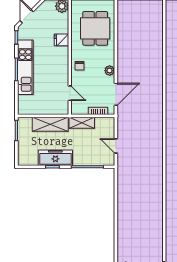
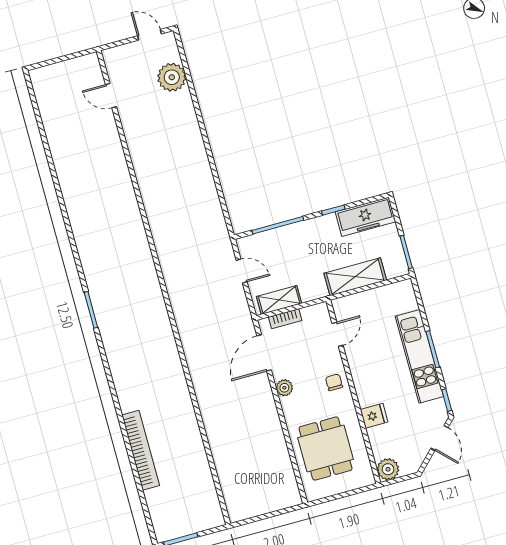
door: (70, 93) -> (338, 334), swing flipped
shelving: (82, 123) -> (279, 300), moved
freezer: (55, 158) -> (365, 217), moved

